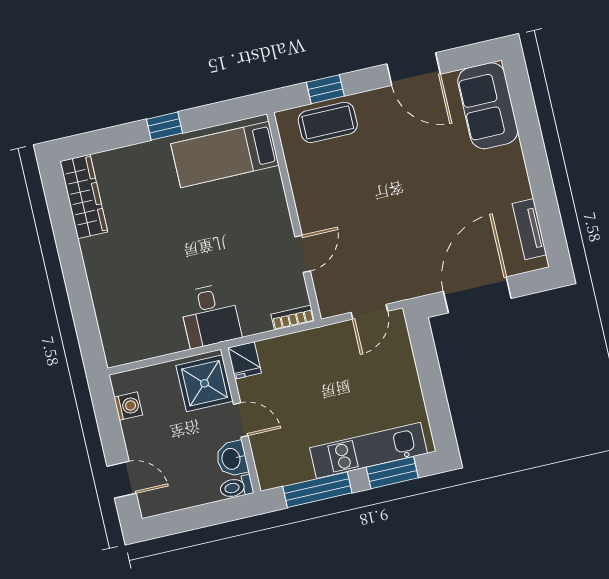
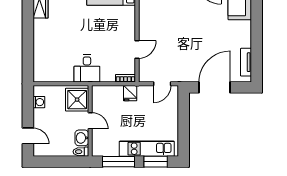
fridge: (244, 360) -> (130, 93), moved

